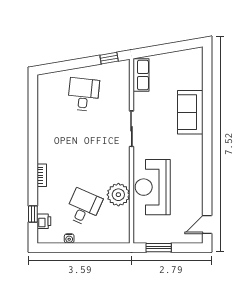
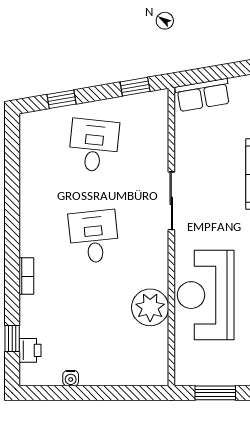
window: (63, 66) -> (61, 99), added
row of seats: (141, 75) -> (203, 95), moved, turned 80
desk: (83, 207) -> (94, 237), moved, turned -30

